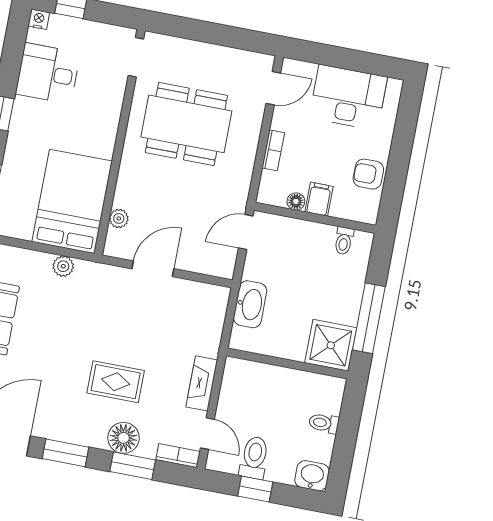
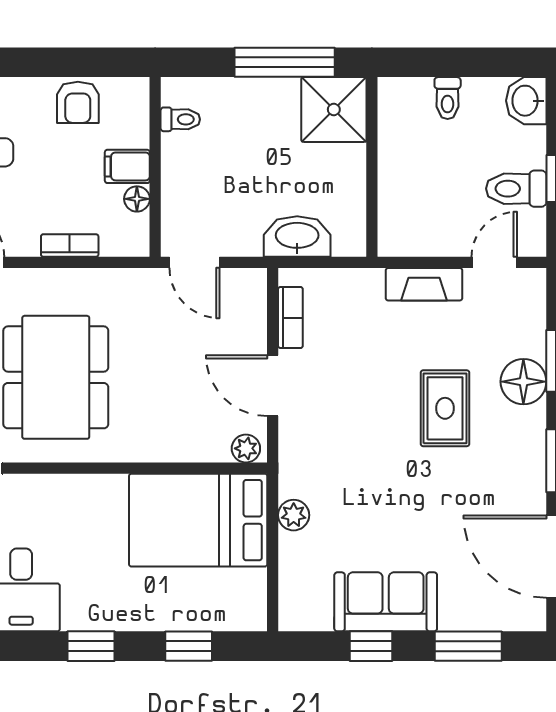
plant: (119, 218) -> (246, 448), moved
bookcase: (178, 456) -> (290, 318), moved, turned 180

